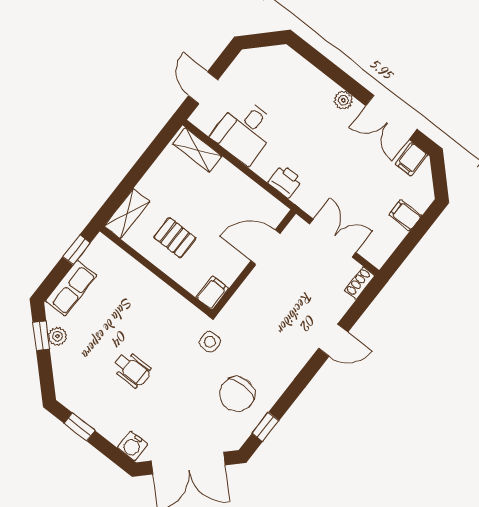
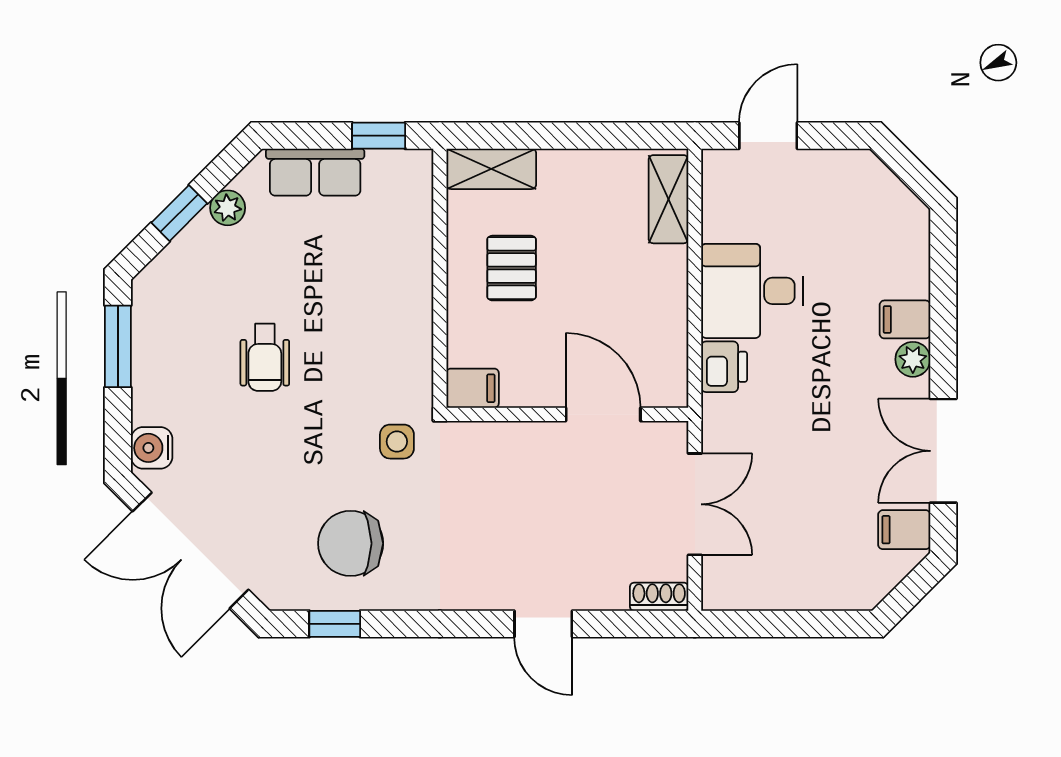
desk: (245, 131) -> (752, 291), moved
filing cabinet: (405, 215) -> (905, 319), moved, turned -90
window: (41, 336) -> (179, 213), moved
window: (79, 427) -> (118, 346), width x1.50

